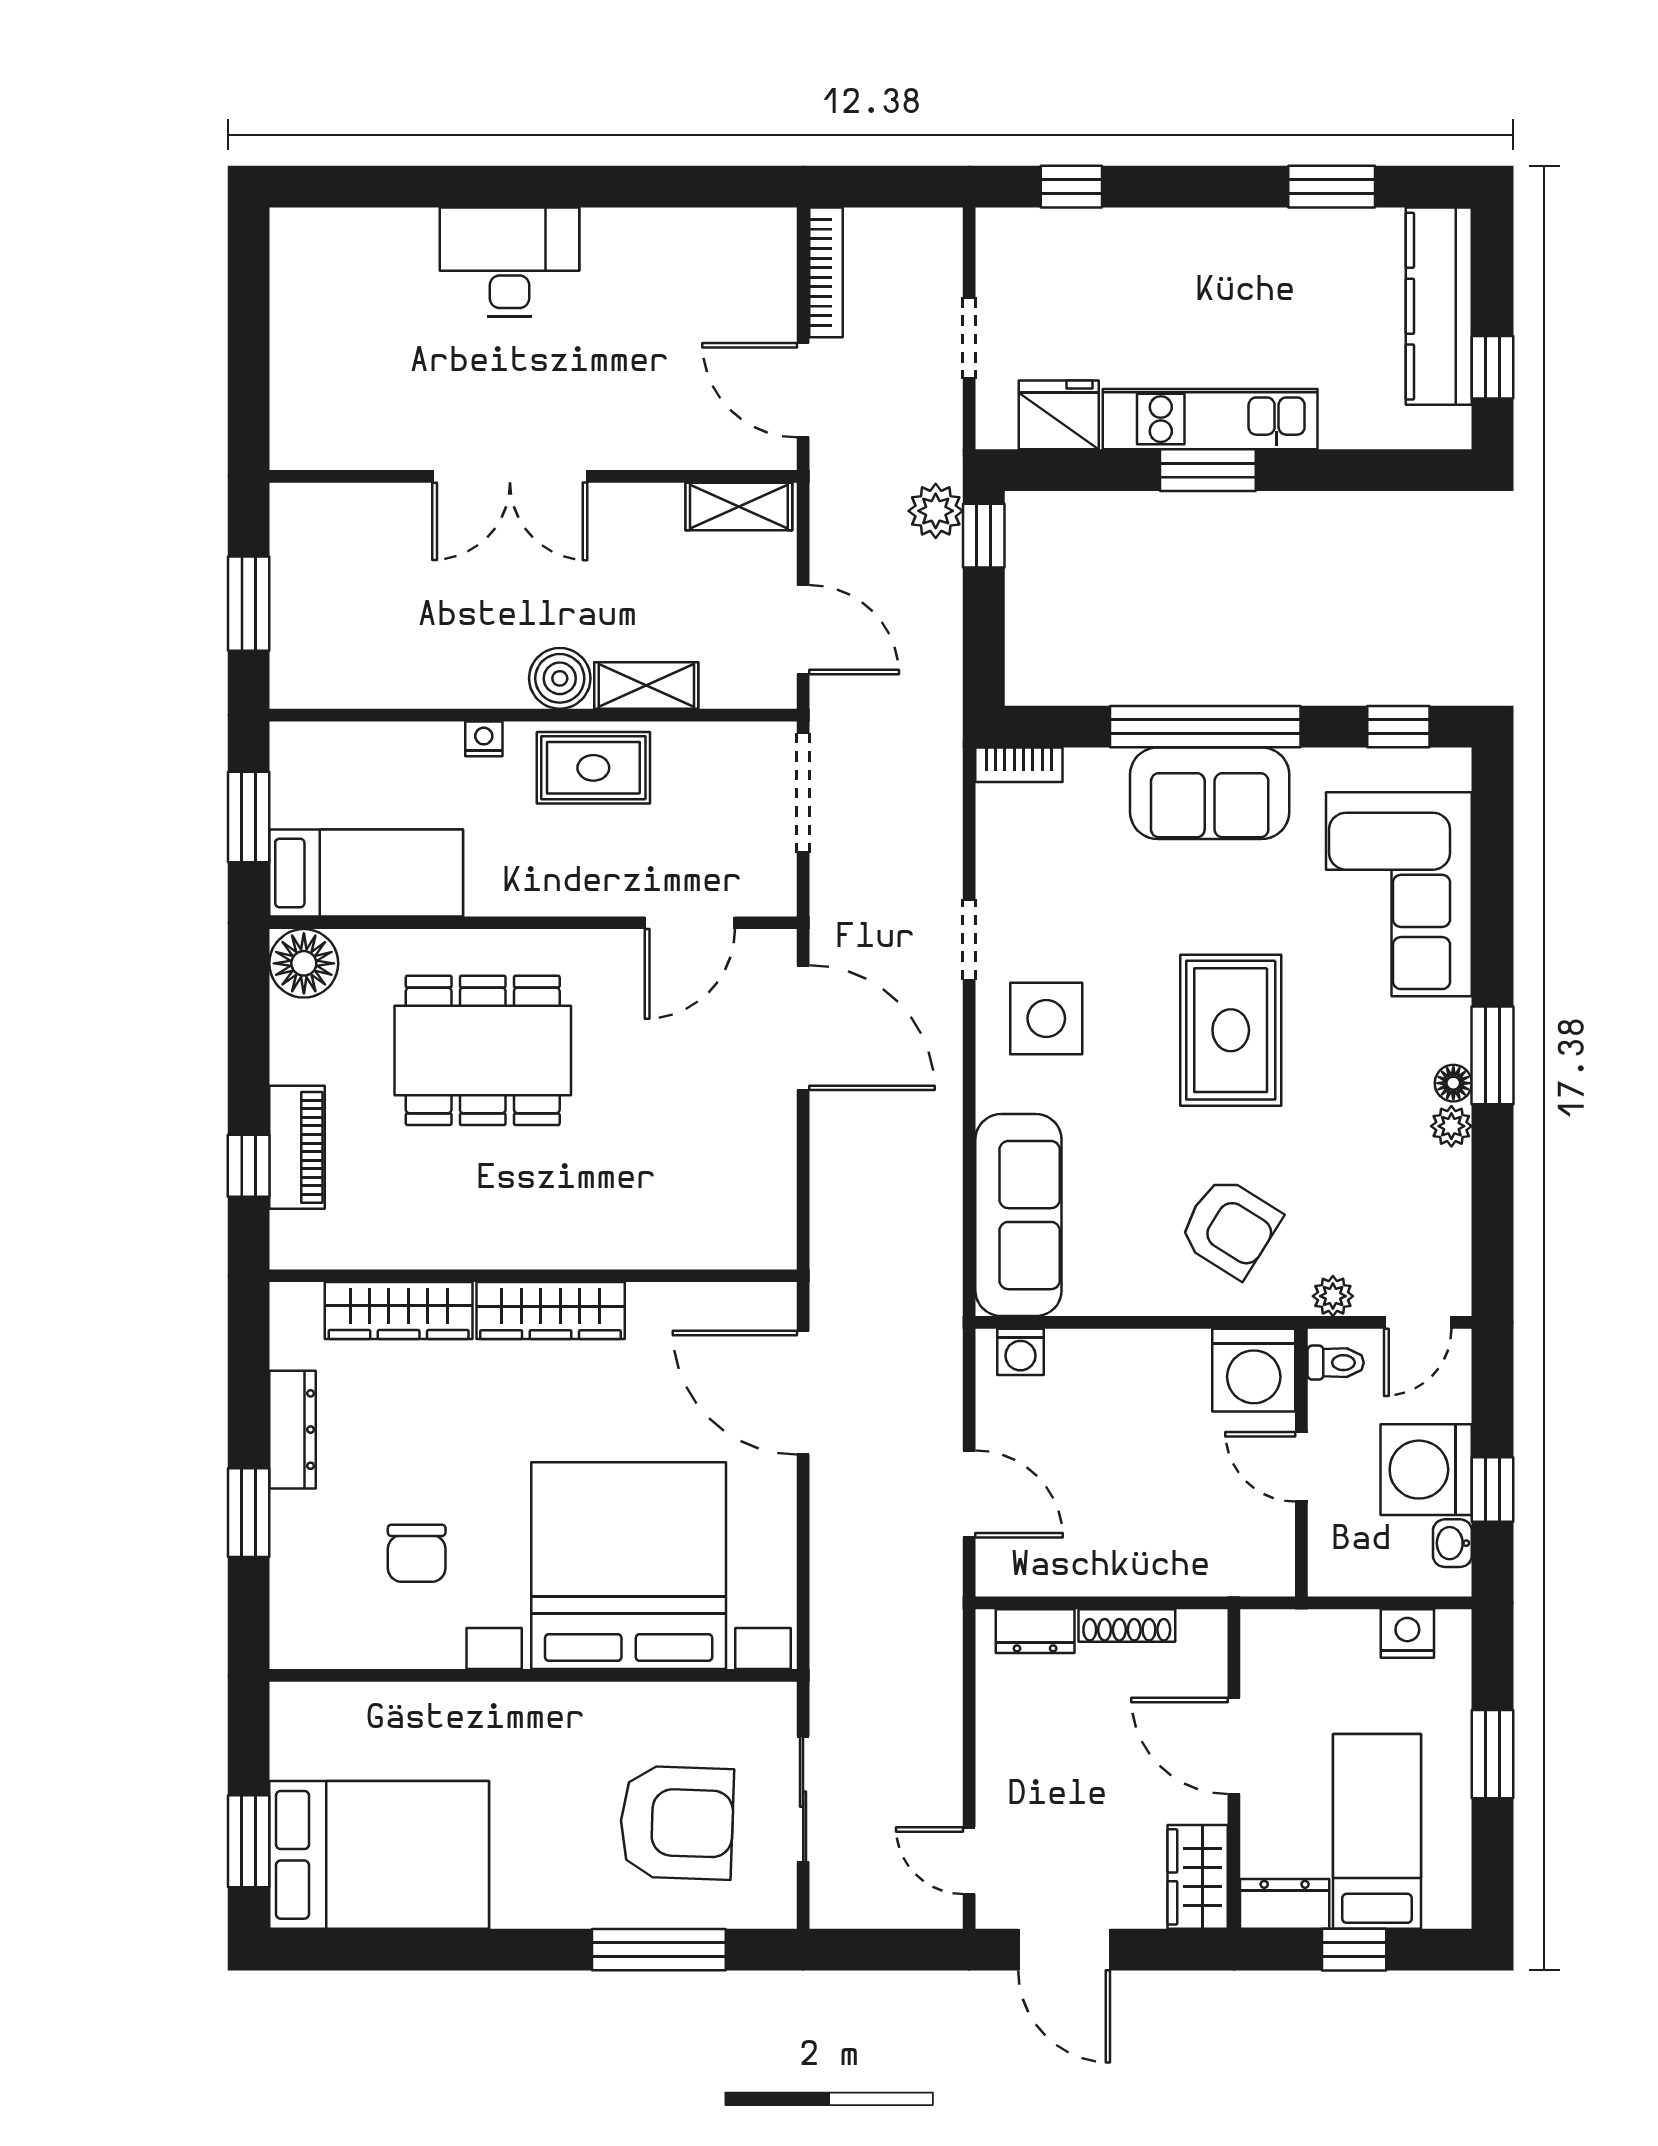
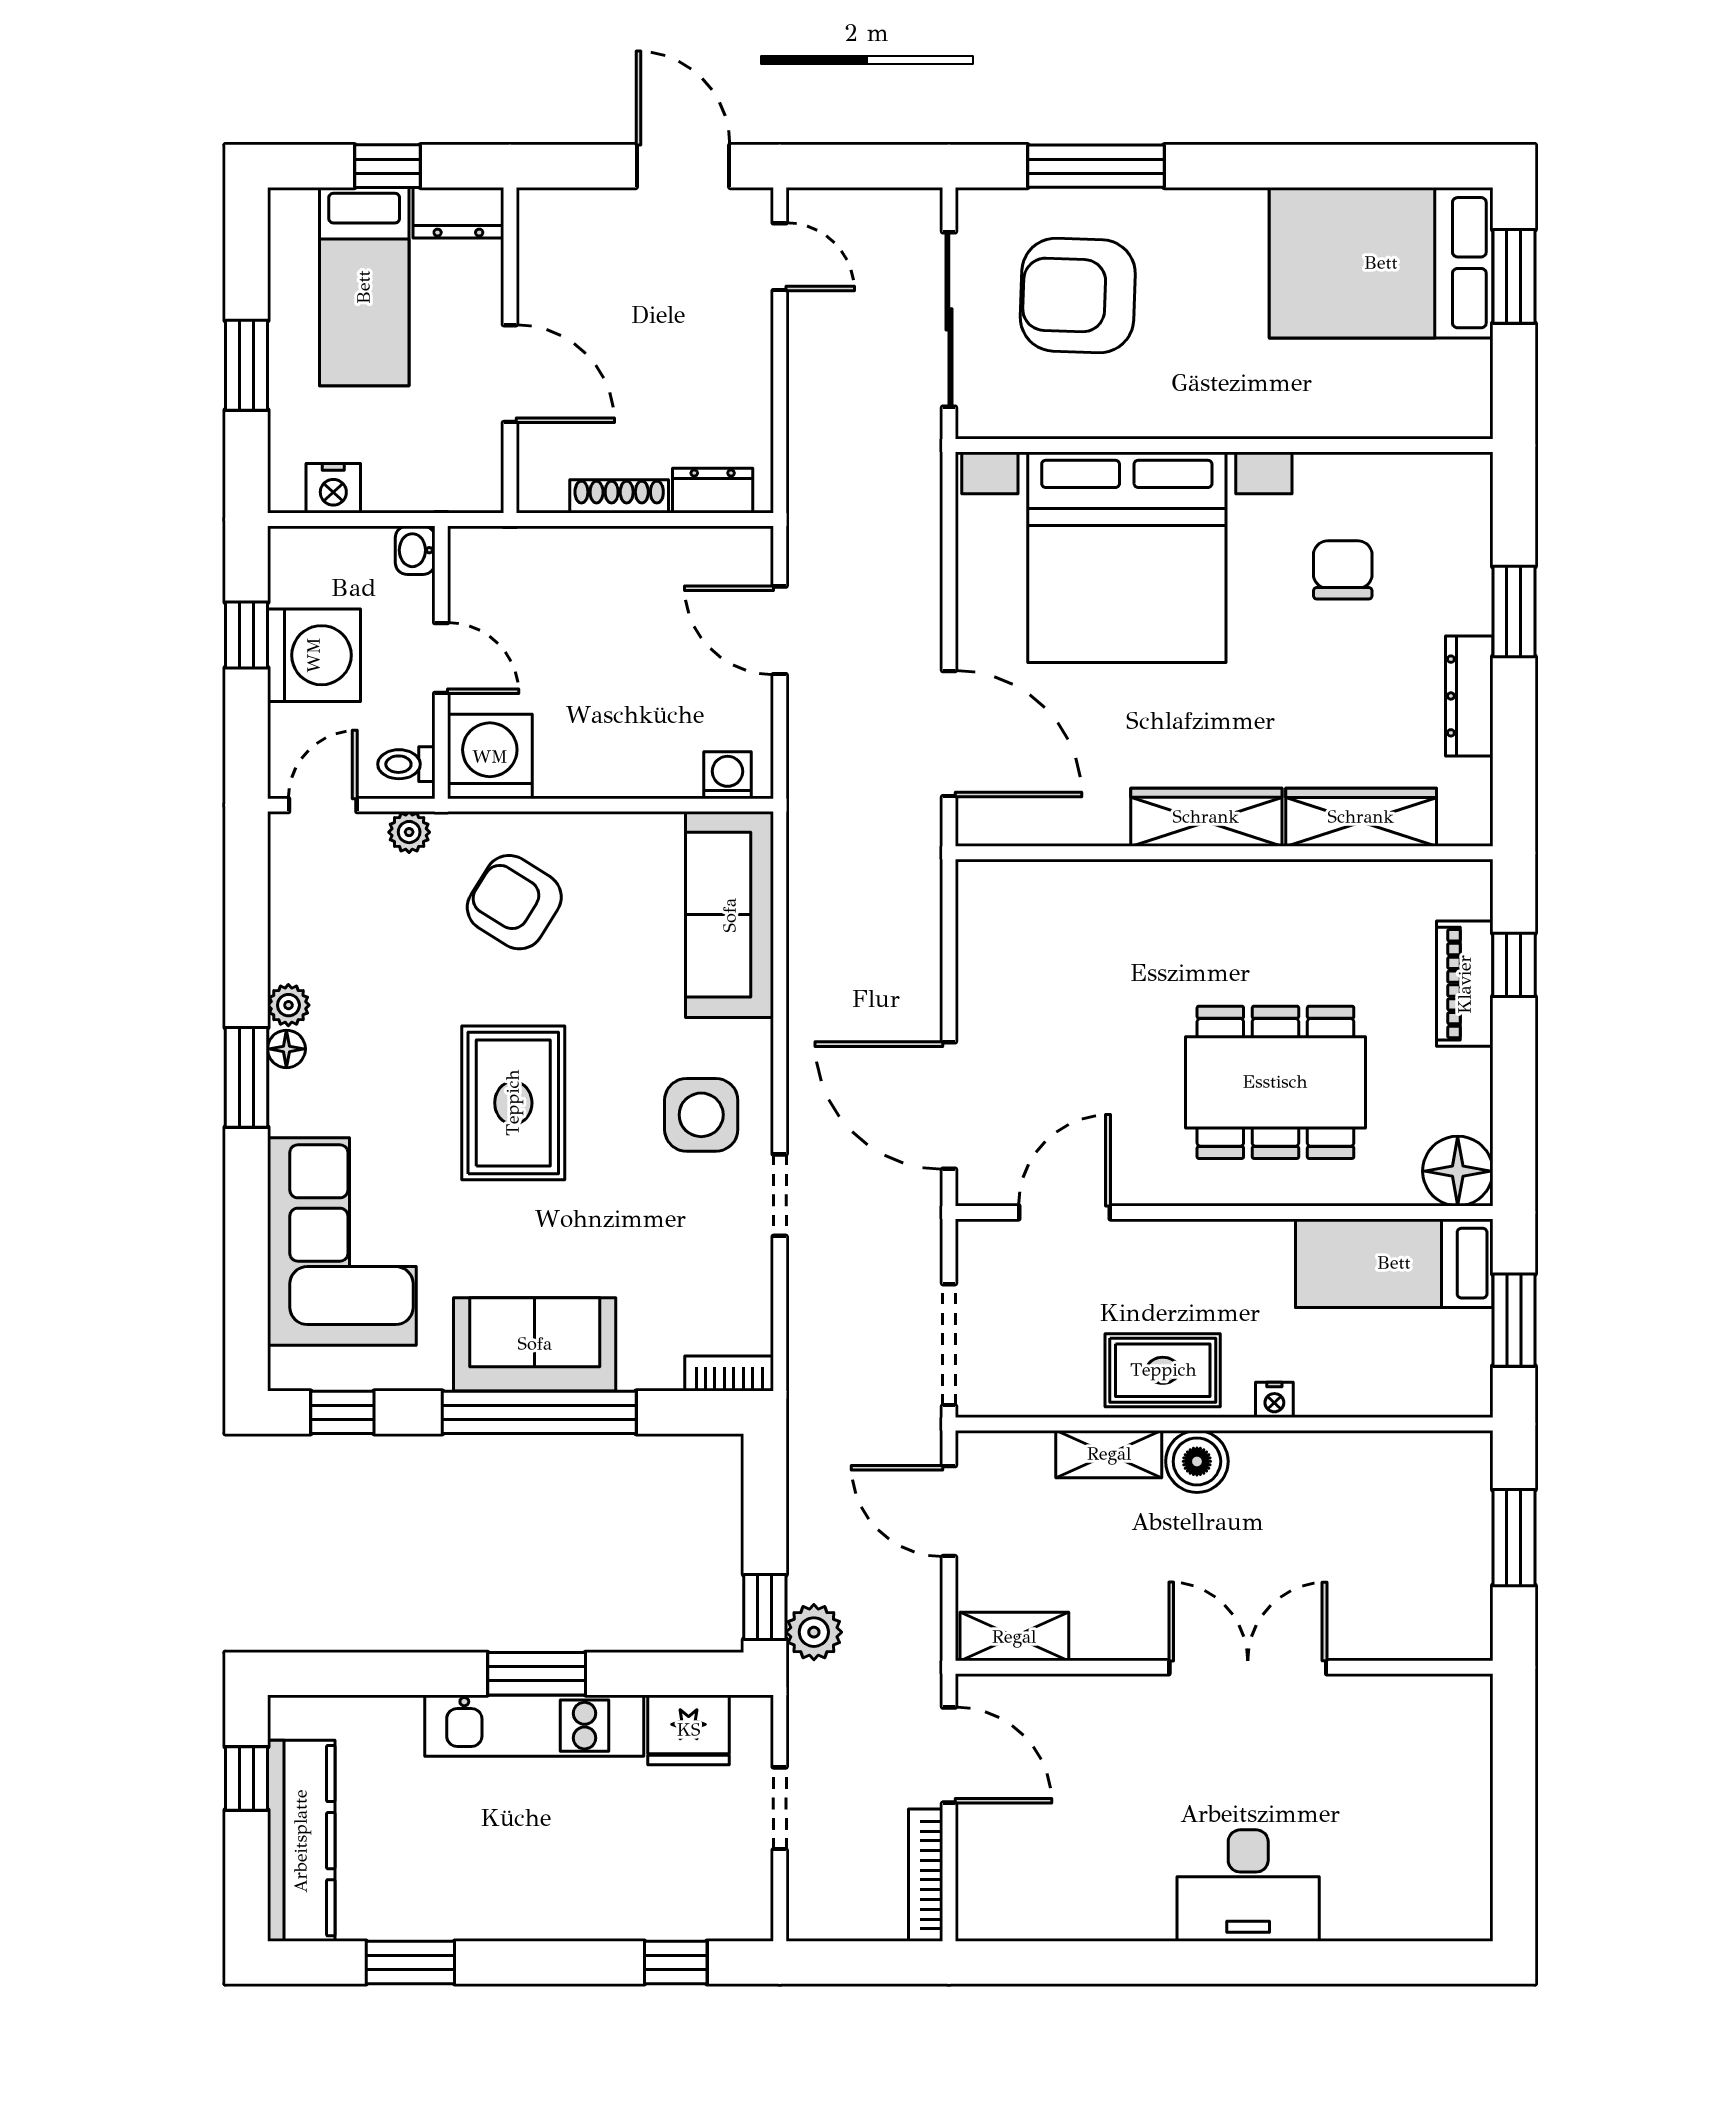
washbasin: (1452, 1543) -> (415, 550), moved, turned 180
sliding door: (803, 1799) -> (949, 319), width x1.37
wardrobe: (1198, 1877) -> (547, 240), removed

